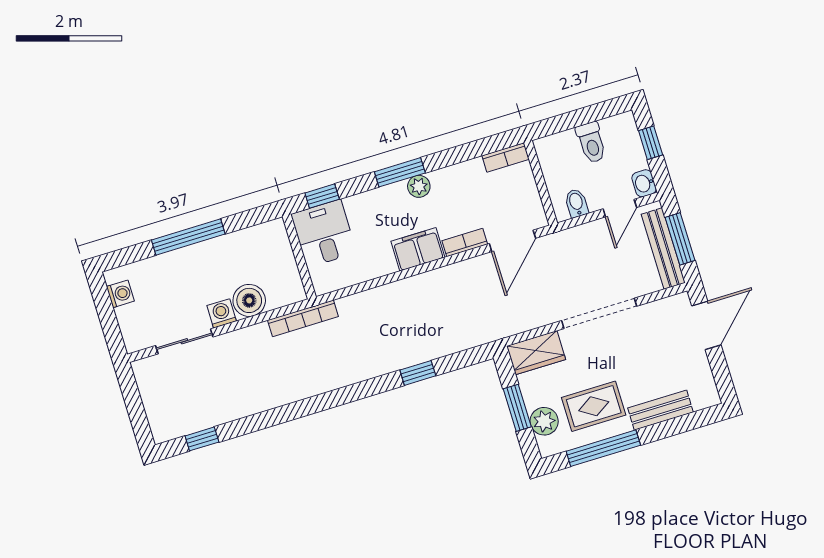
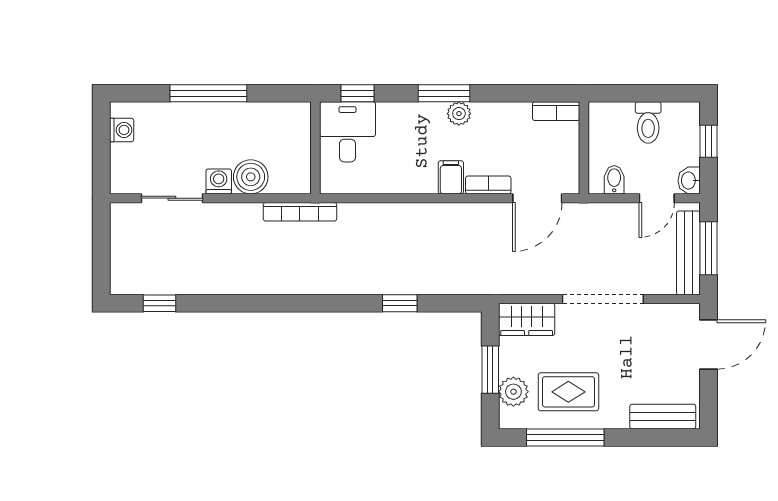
filing cabinet: (418, 249) -> (451, 177), width x0.50
bench: (661, 410) -> (663, 417), moved

